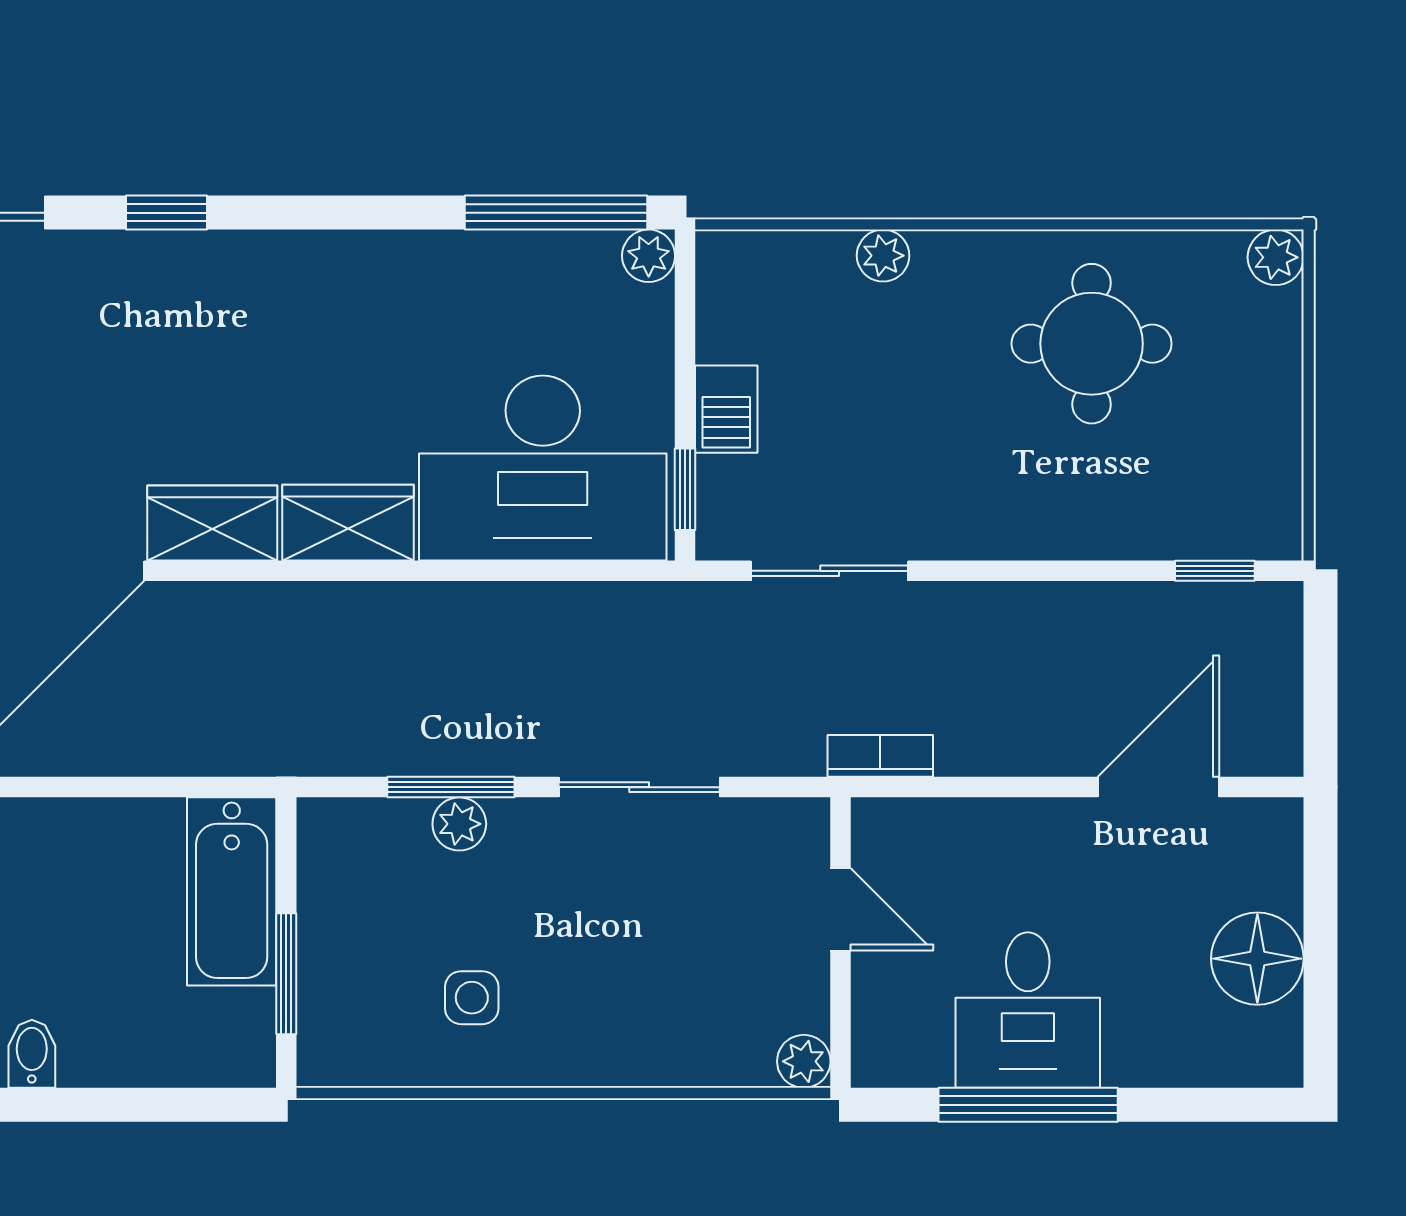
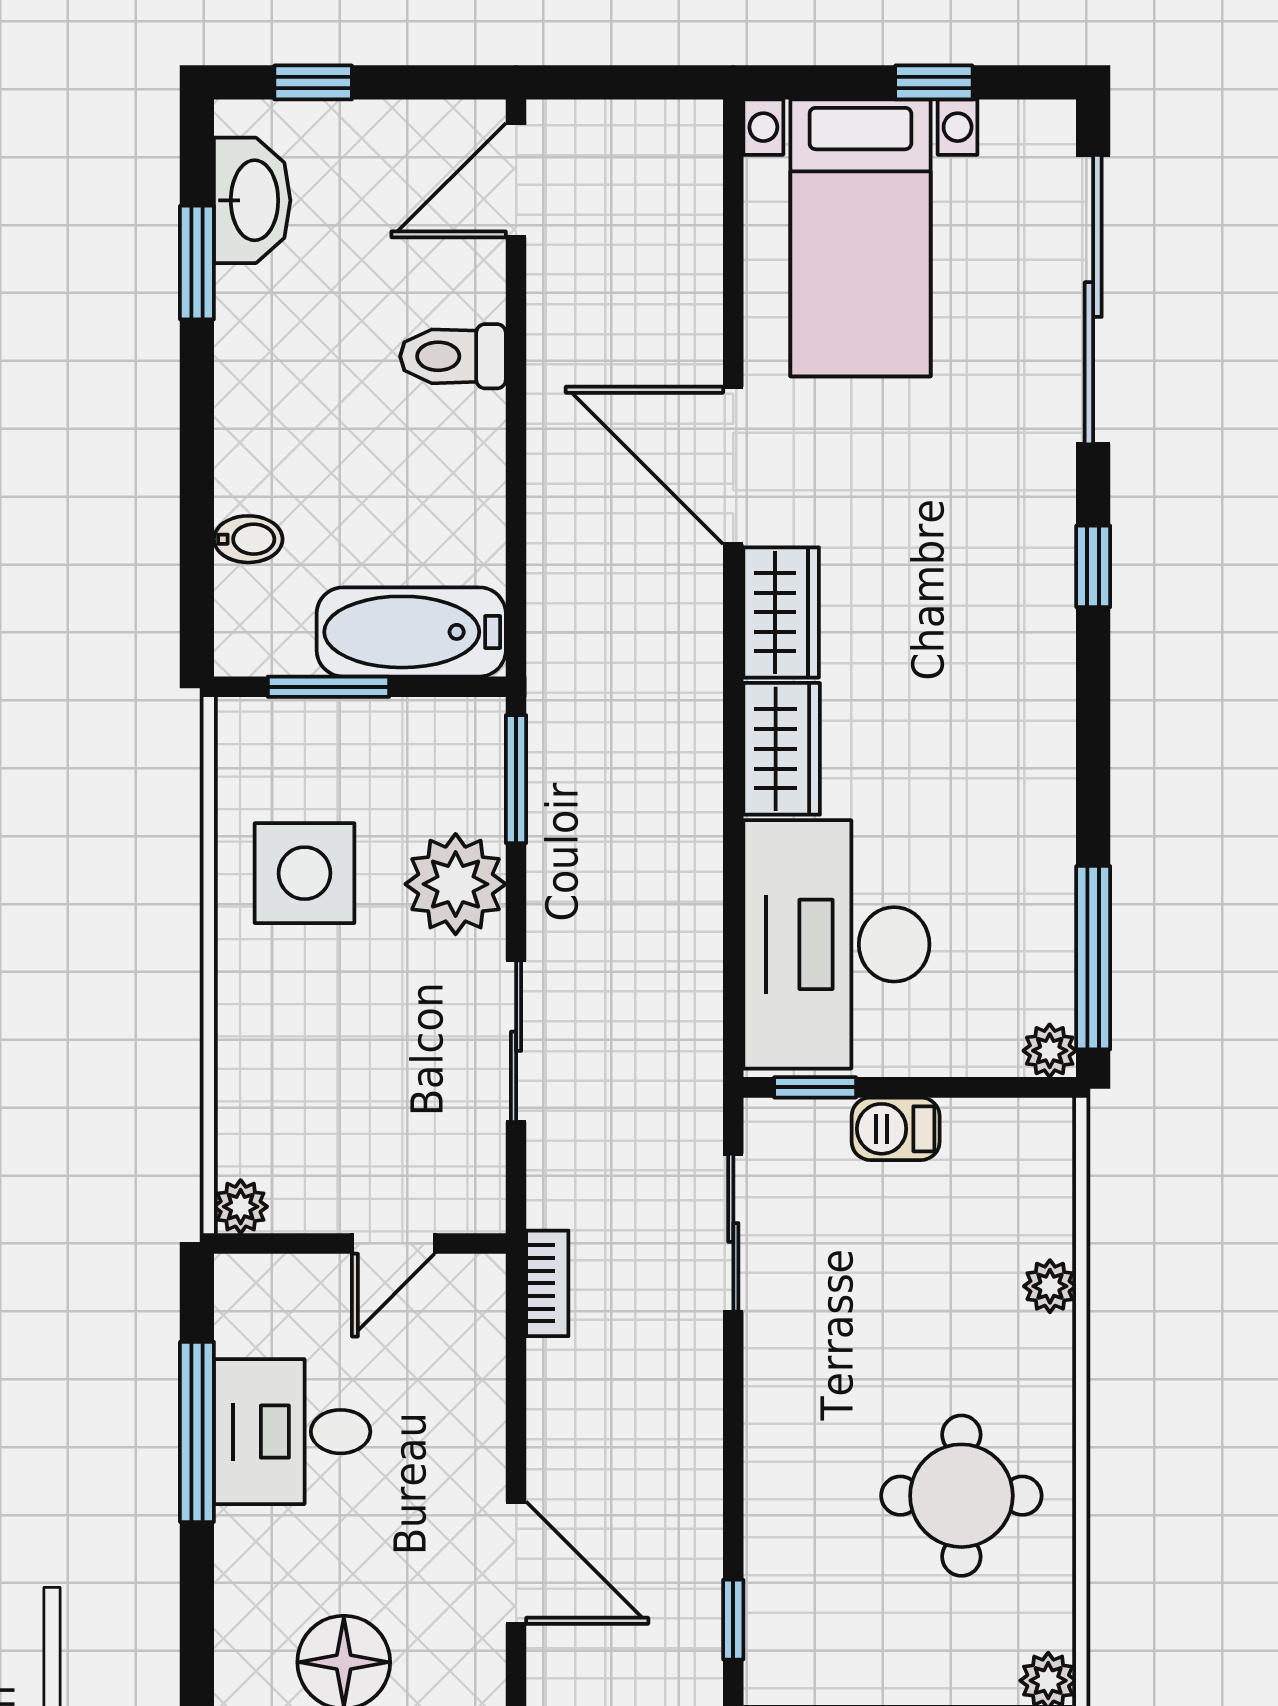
window: (451, 787) -> (516, 779), moved
plant: (459, 824) -> (456, 884), width x1.88, depth x1.88
side table: (472, 998) -> (305, 873), width x1.87, depth x1.87
bidet: (32, 1054) -> (248, 539), moved

